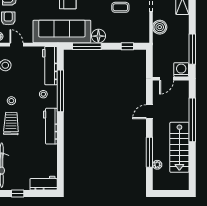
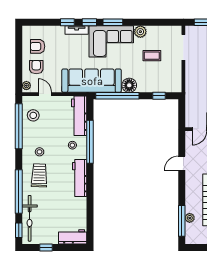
boiler: (160, 27) -> (192, 76), removed
window: (87, 46) -> (117, 96), width x1.46
window: (149, 152) -> (182, 221), moved

